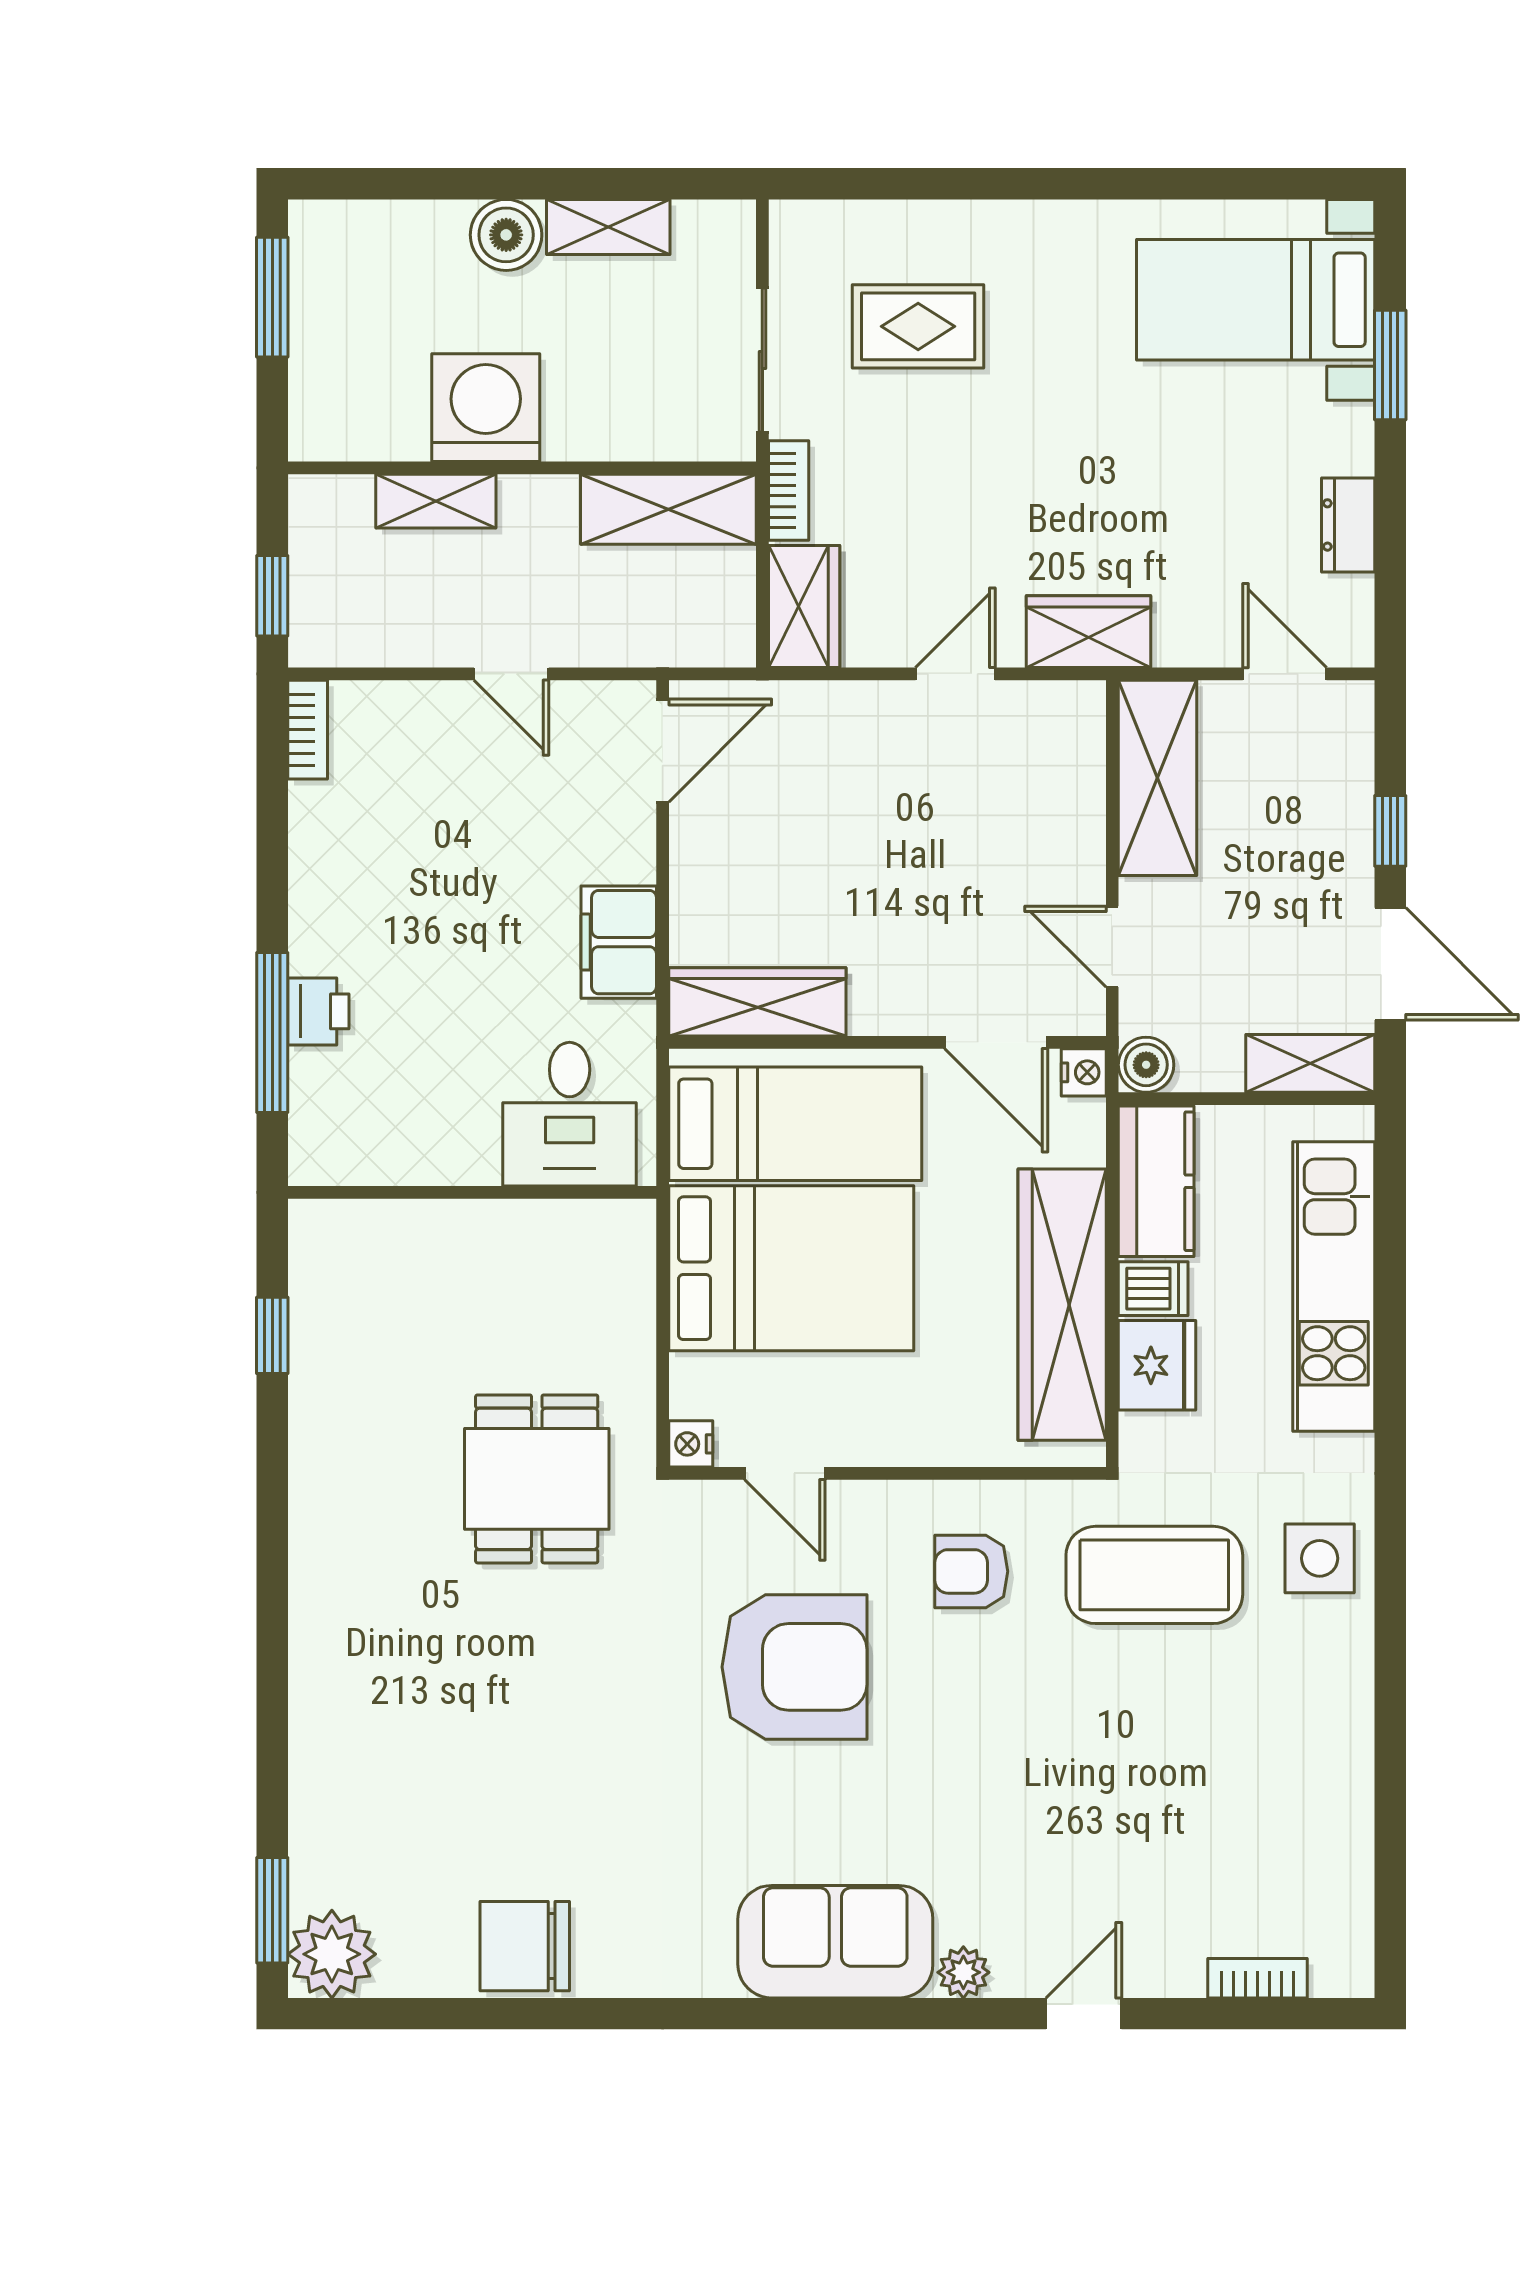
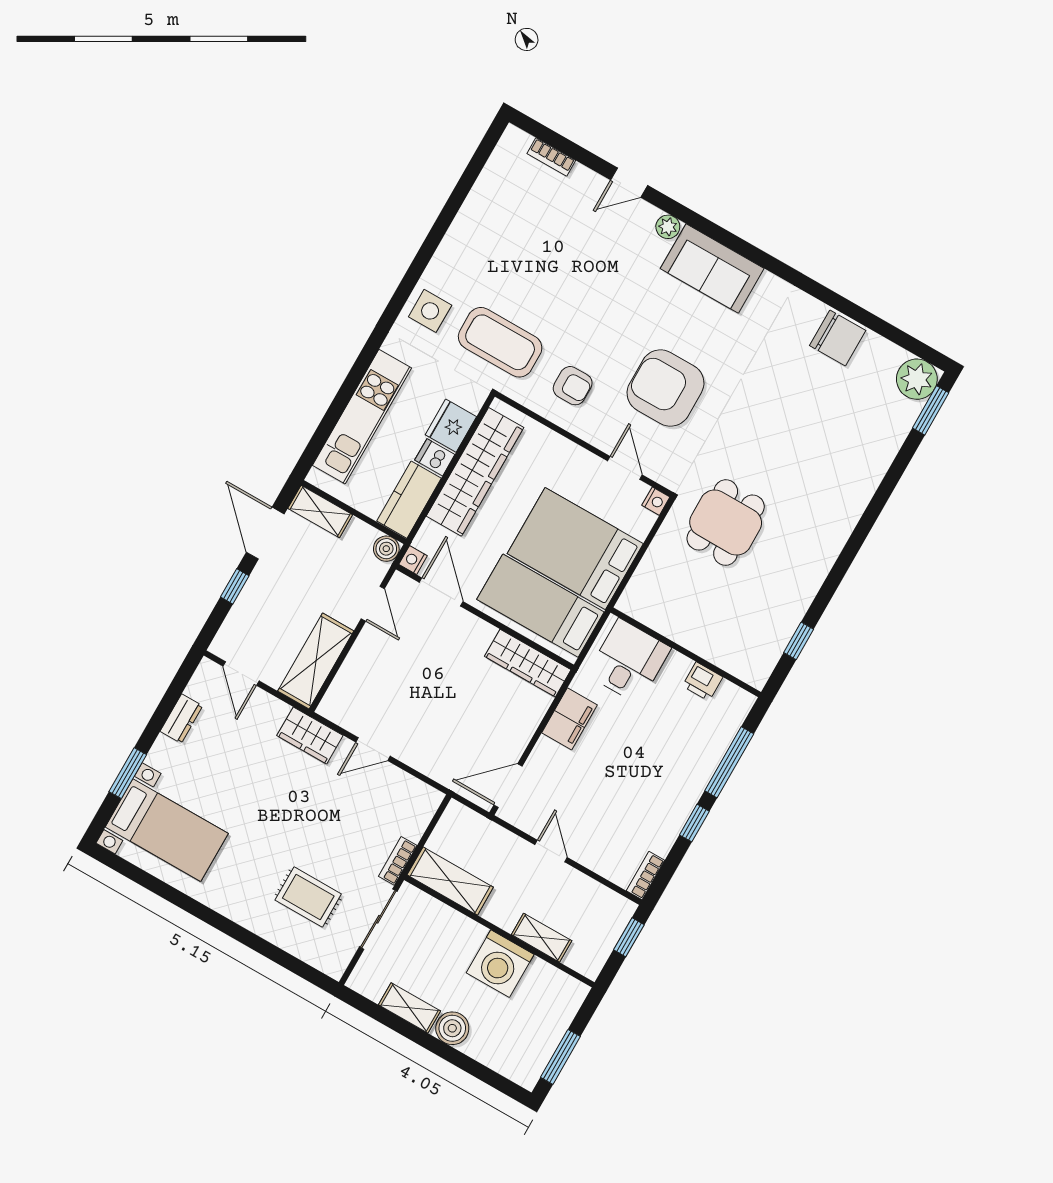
wardrobe: (804, 607) -> (418, 811), removed
window: (272, 881) -> (694, 823), added
printer: (318, 1011) -> (703, 681), moved, turned -90

